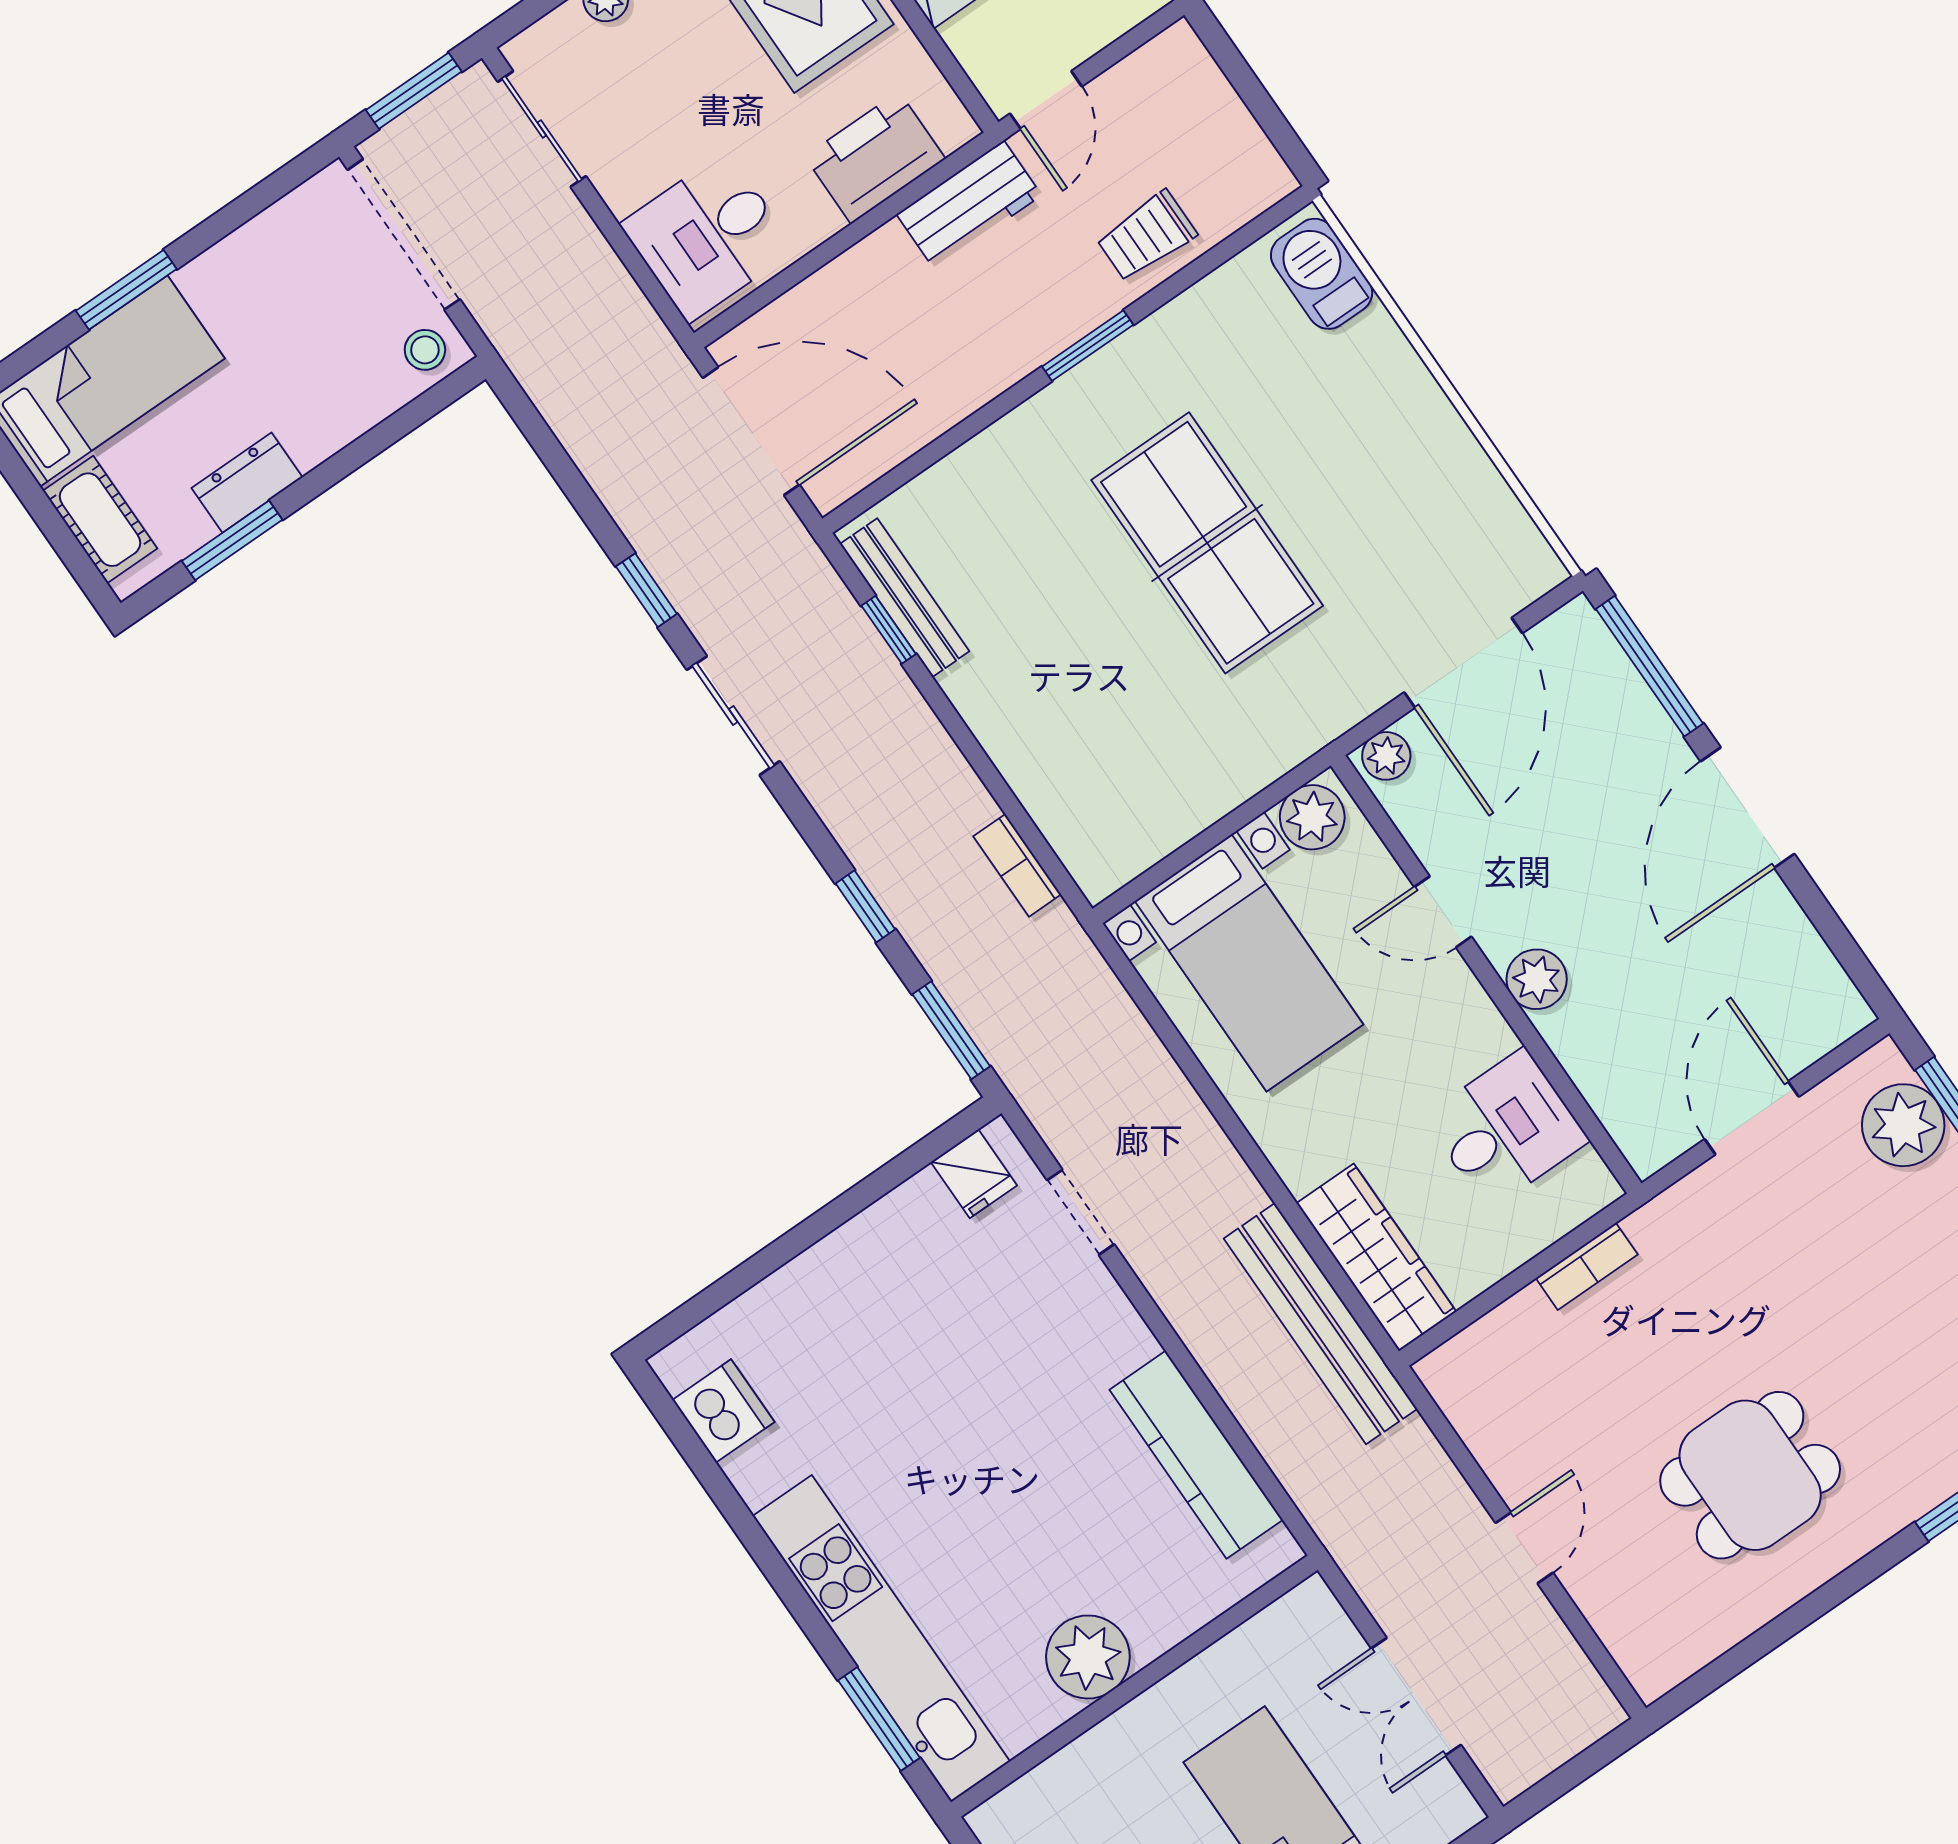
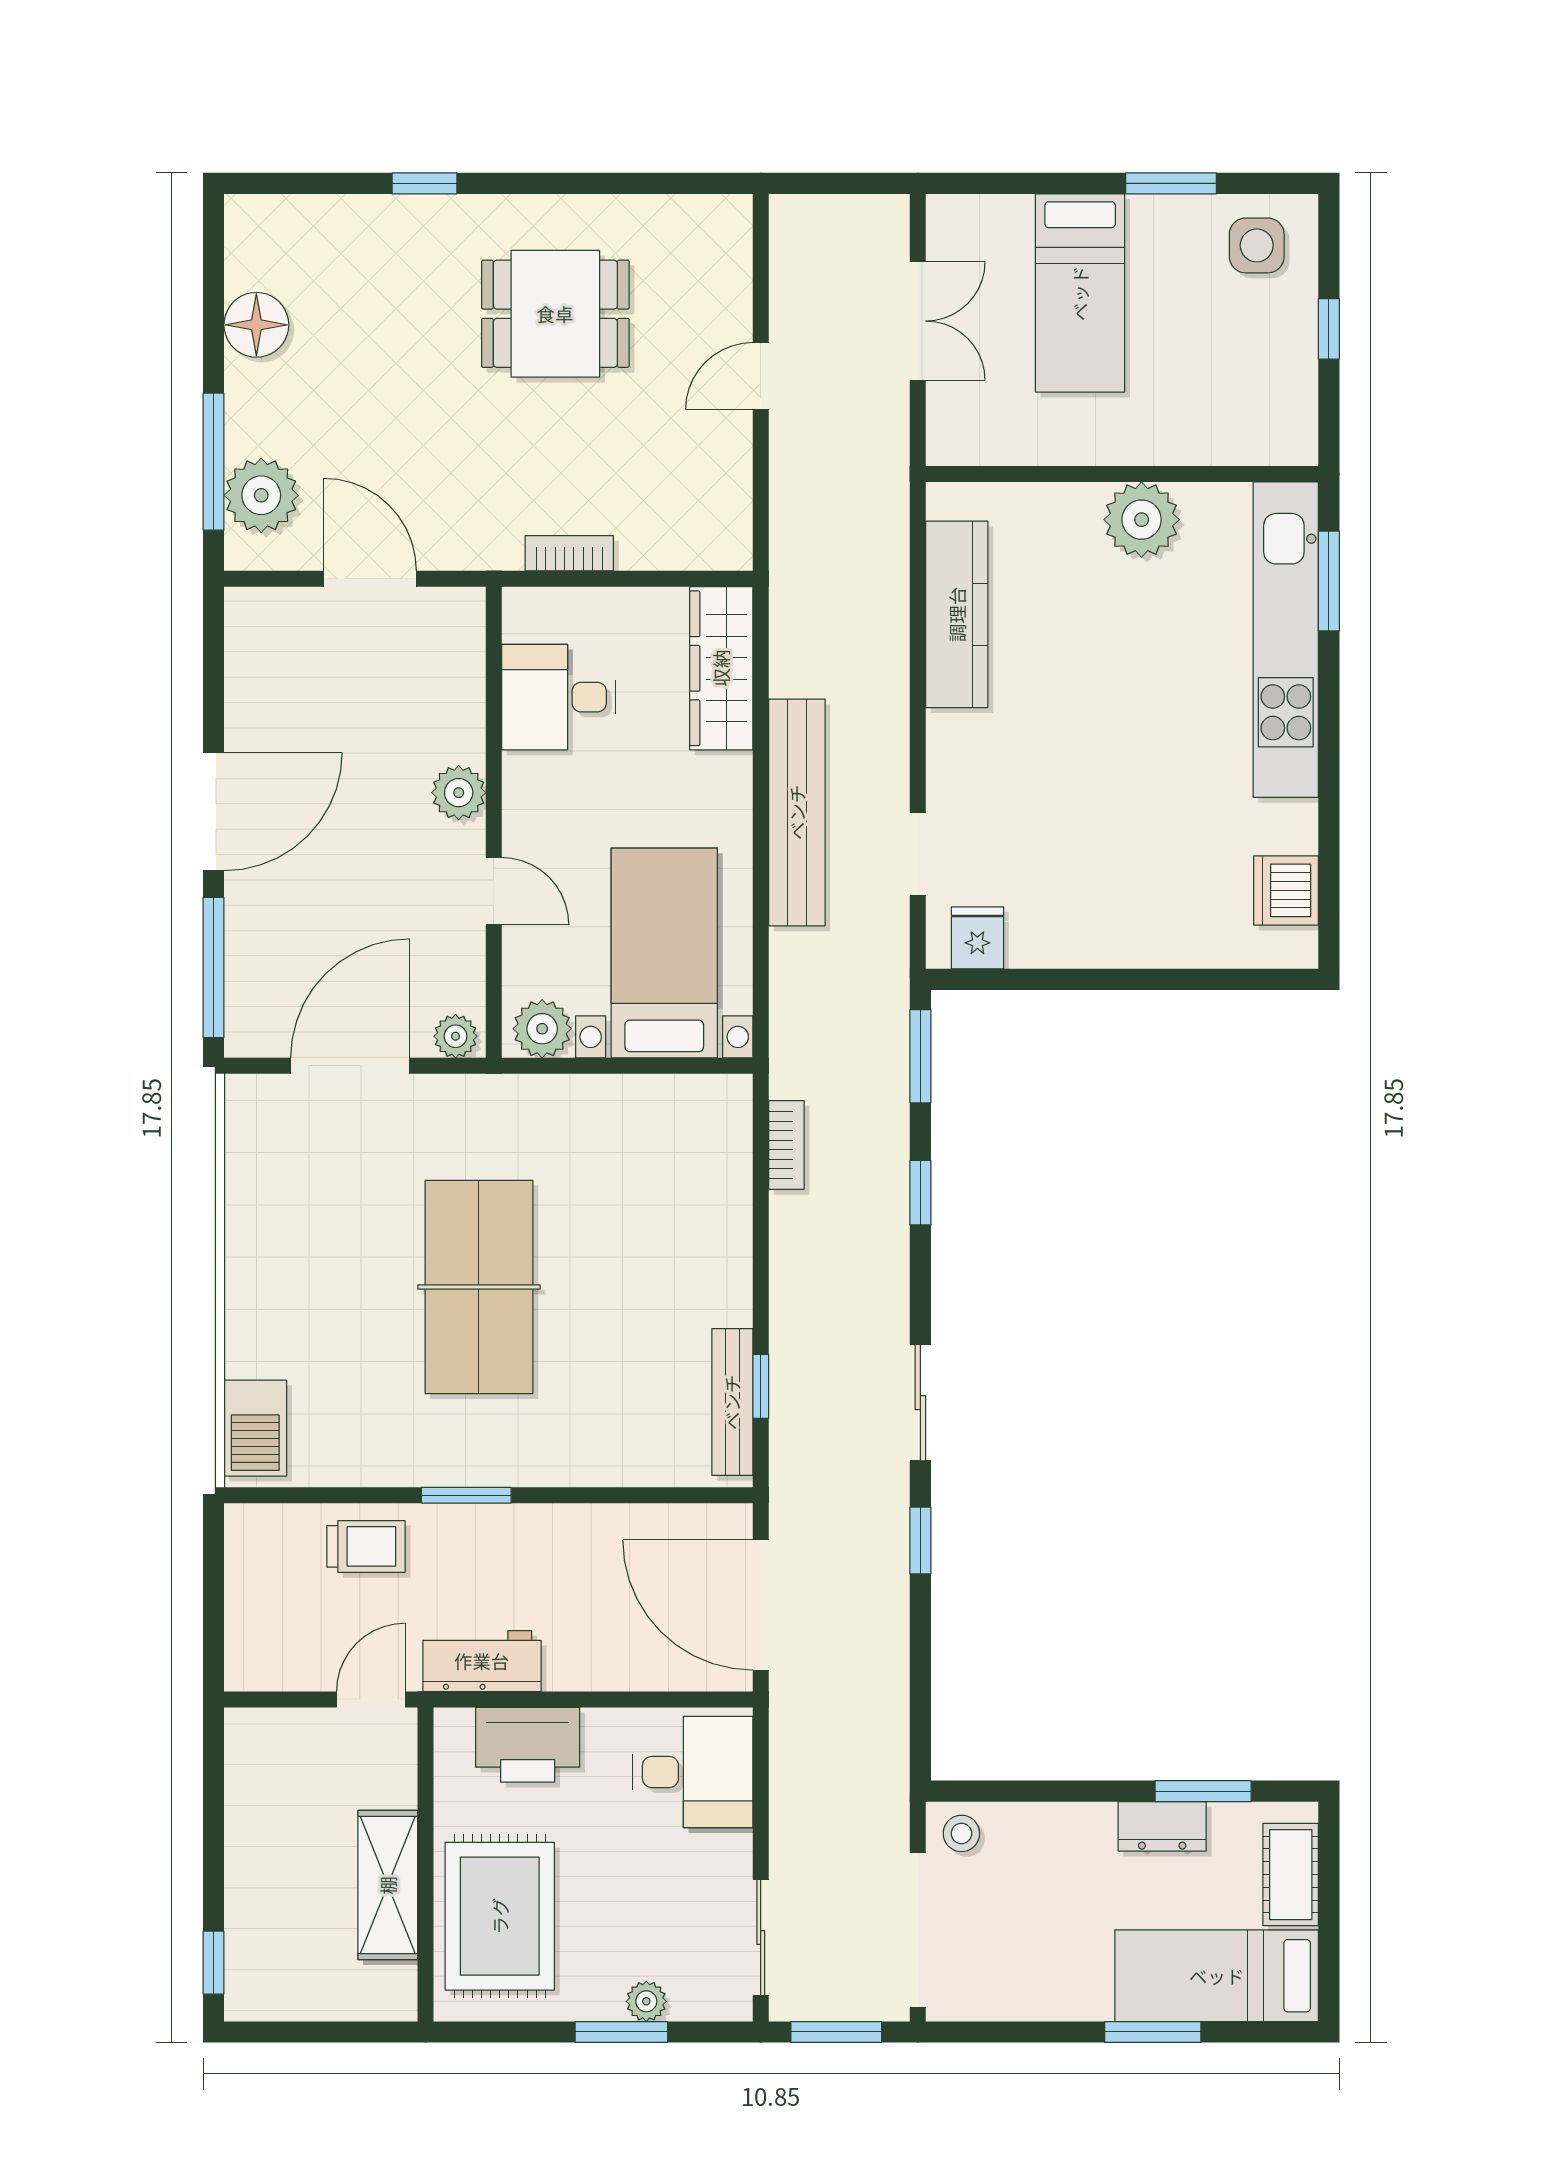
door: (1752, 1118) -> (370, 579), swing flipped
bench: (1321, 1324) -> (797, 812), moved

